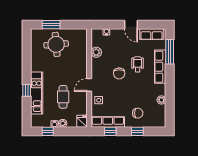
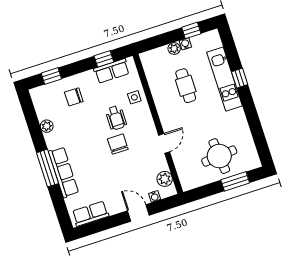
door: (131, 25) -> (138, 213), moved
plant: (96, 52) -> (165, 179), moved
window: (170, 52) -> (48, 168), moved
wheelchair: (138, 64) -> (116, 118), moved
door: (89, 85) -> (164, 143), moved
fridge: (82, 121) -> (148, 60), removed
row of seats: (108, 122) -> (112, 71), width x0.68
window: (137, 131) -> (51, 76), moved

